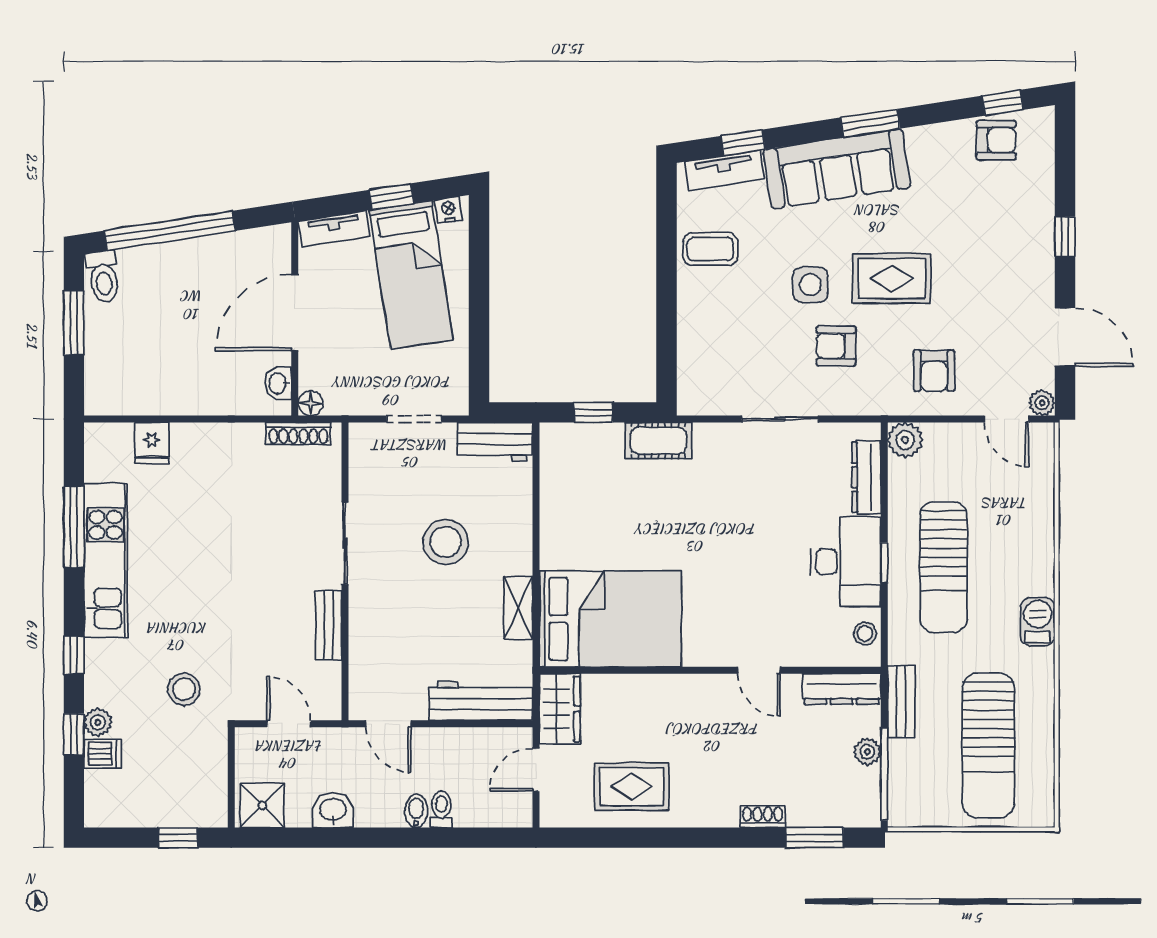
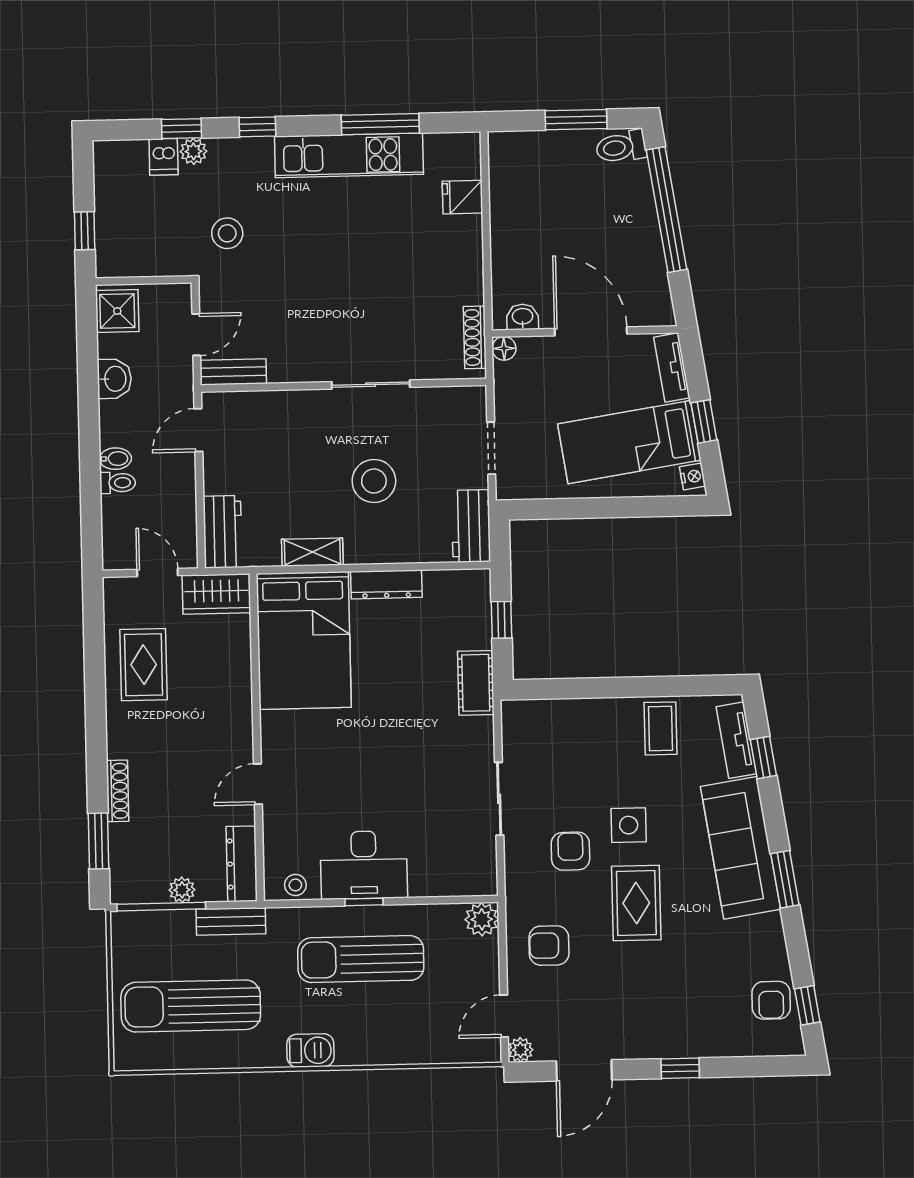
dresser: (866, 477) -> (386, 584), moved, turned 180
bench: (329, 625) -> (233, 372), moved
workbench: (481, 701) -> (223, 532), width x0.73
shoe rack: (763, 817) -> (117, 791), width x1.43

